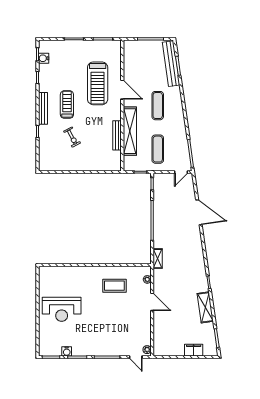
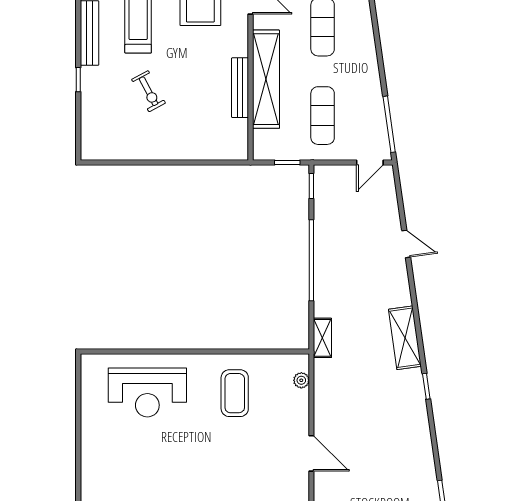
door: (199, 212) -> (406, 244), width x0.53
coffee table: (114, 286) -> (235, 393), turned 90
door: (152, 302) -> (311, 453), moved
shelving: (205, 307) -> (405, 338), moved
reception desk: (62, 309) -> (147, 392), moved

